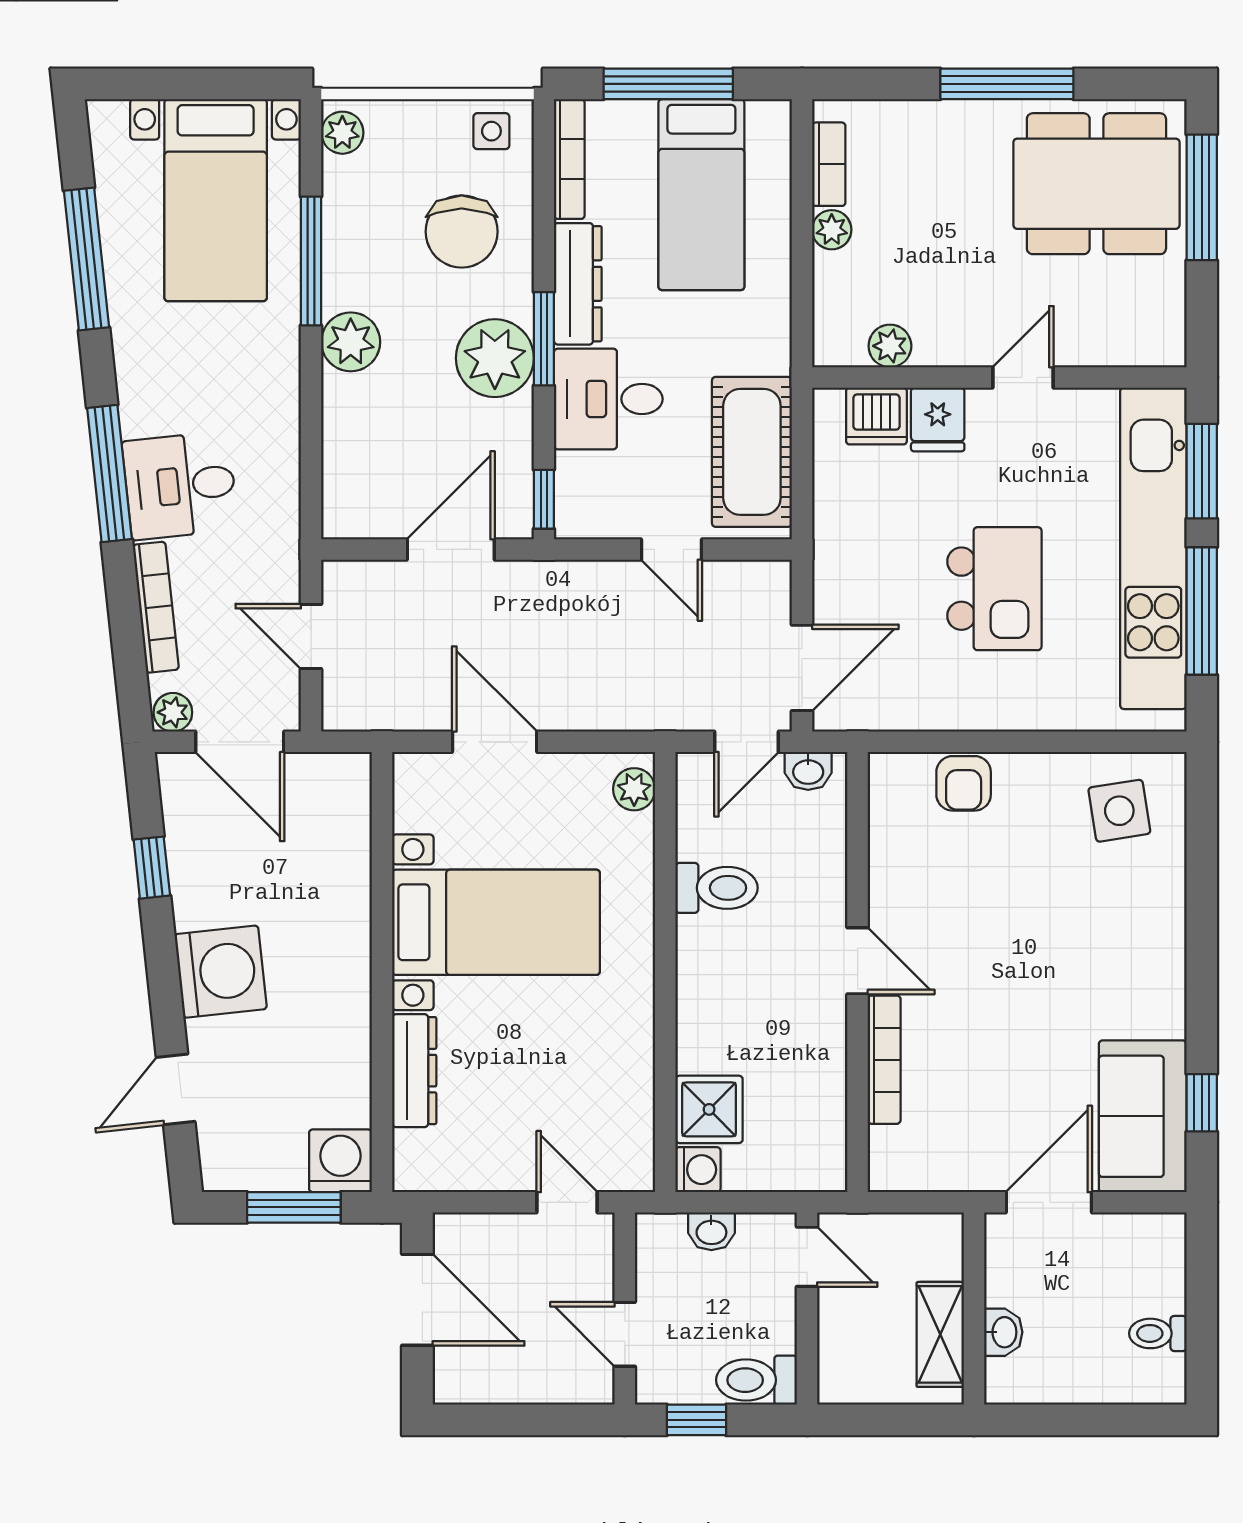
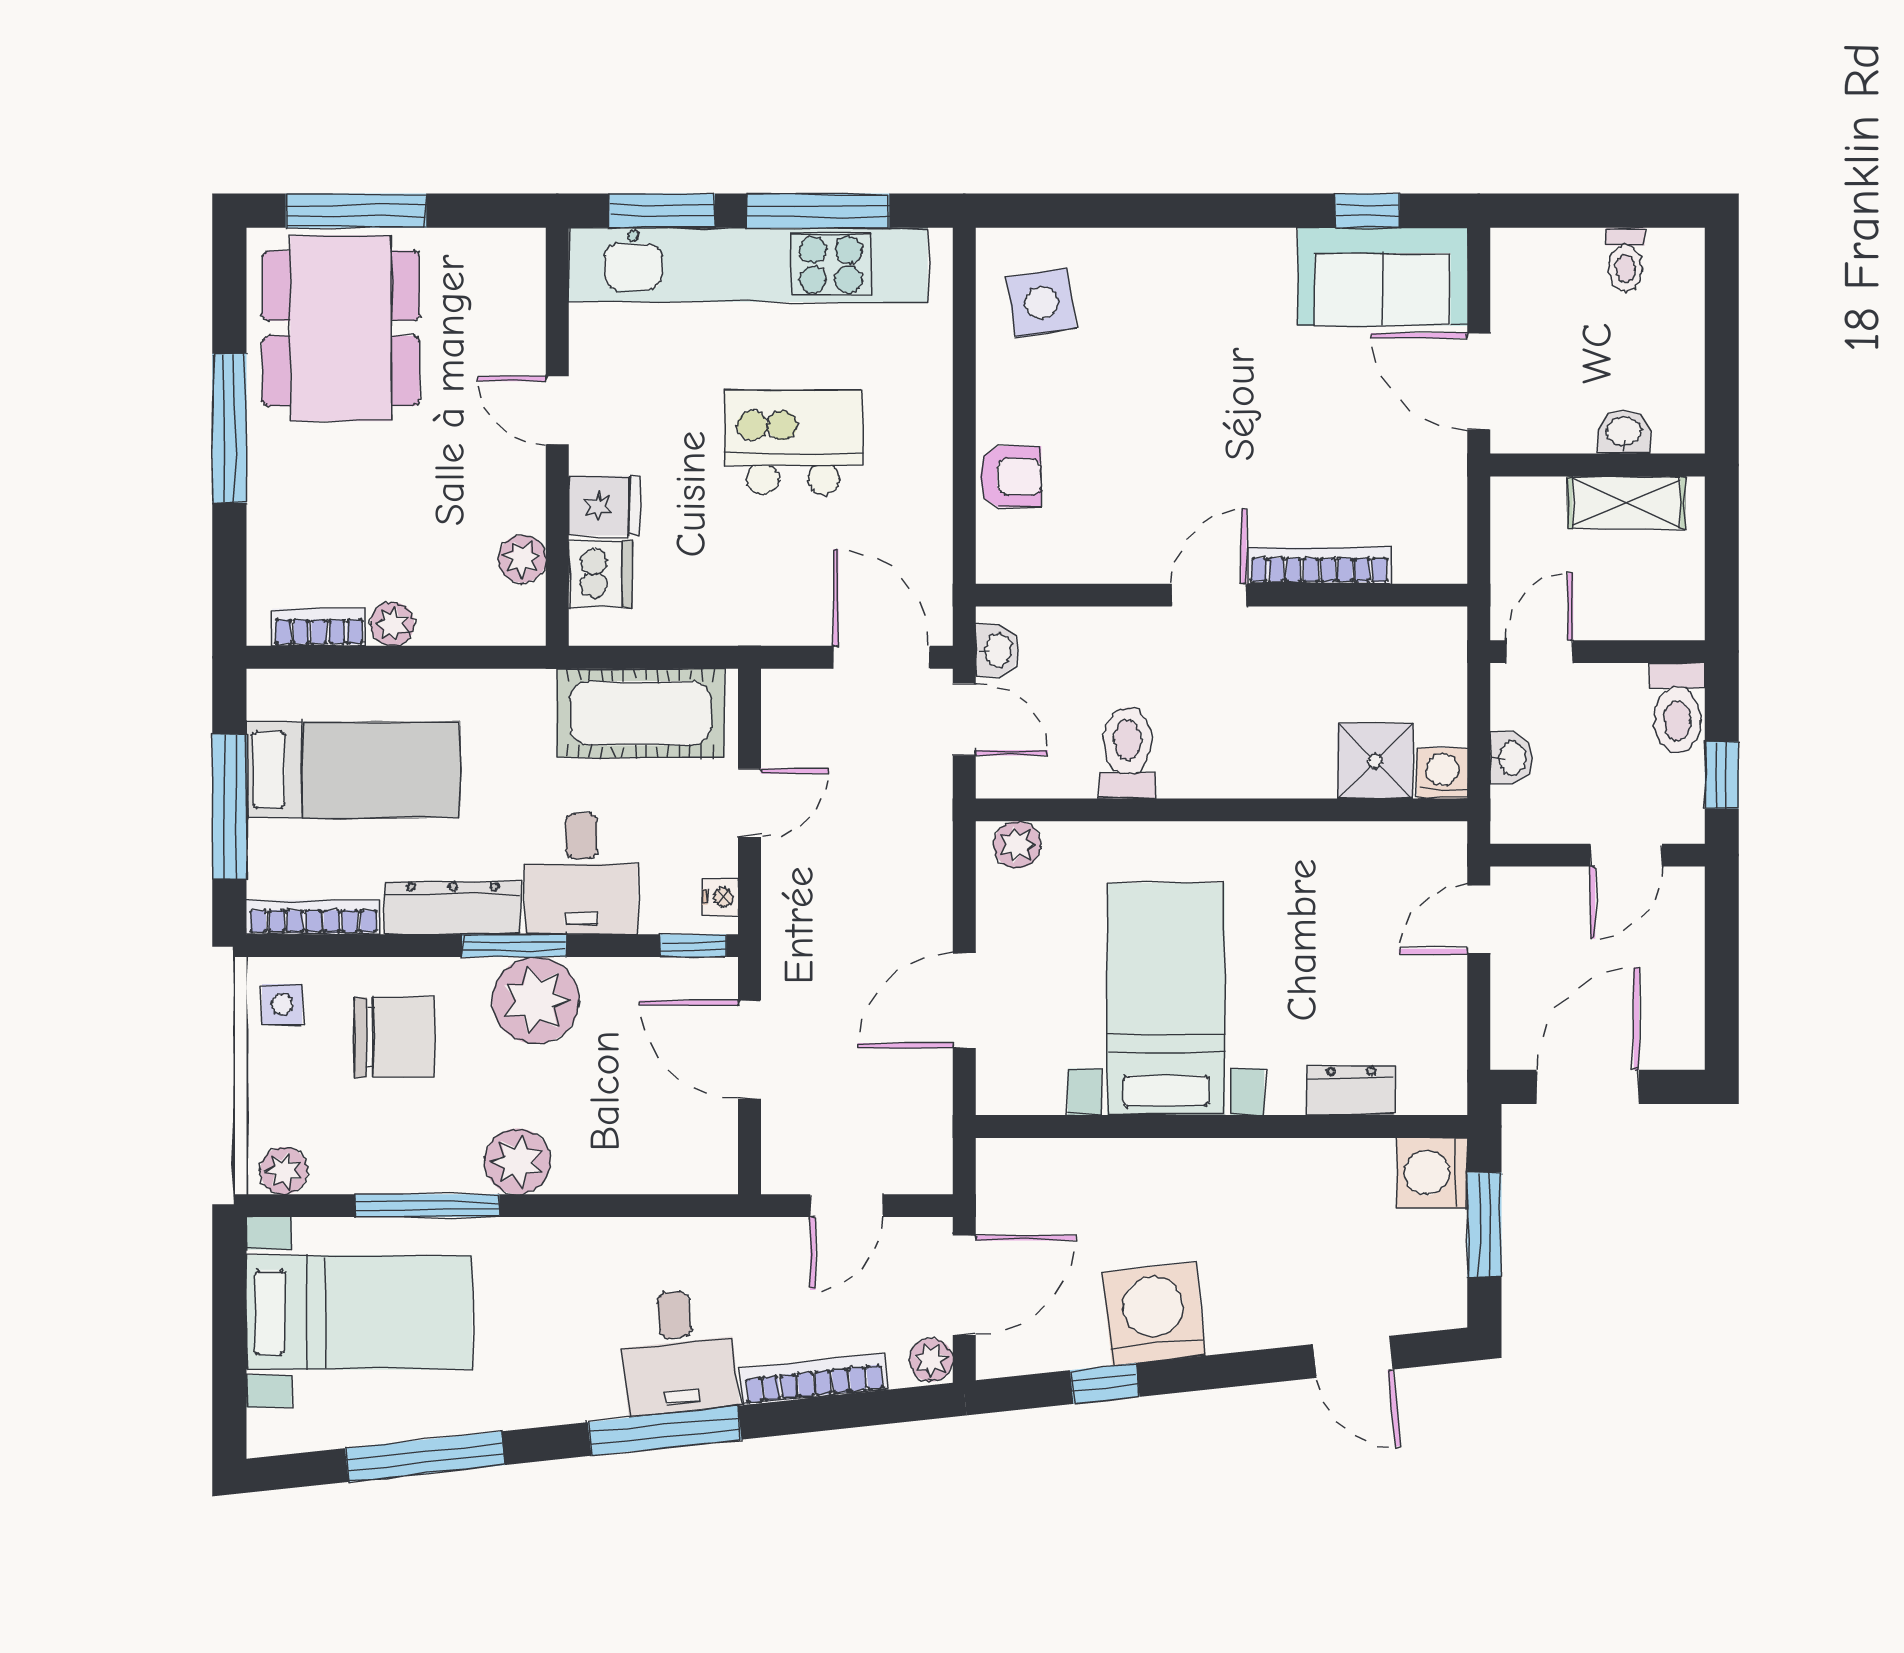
nightstand: (587, 523) -> (720, 897), added
washing machine: (221, 972) -> (1154, 1314), moved
dresser: (414, 1071) -> (1351, 1090), width x0.70

